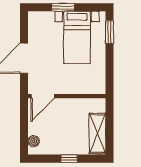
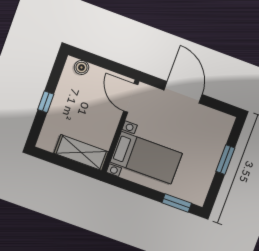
bed with nightstands: (77, 37) -> (146, 158), moved, turned 180
shelving: (97, 133) -> (81, 153), moved

